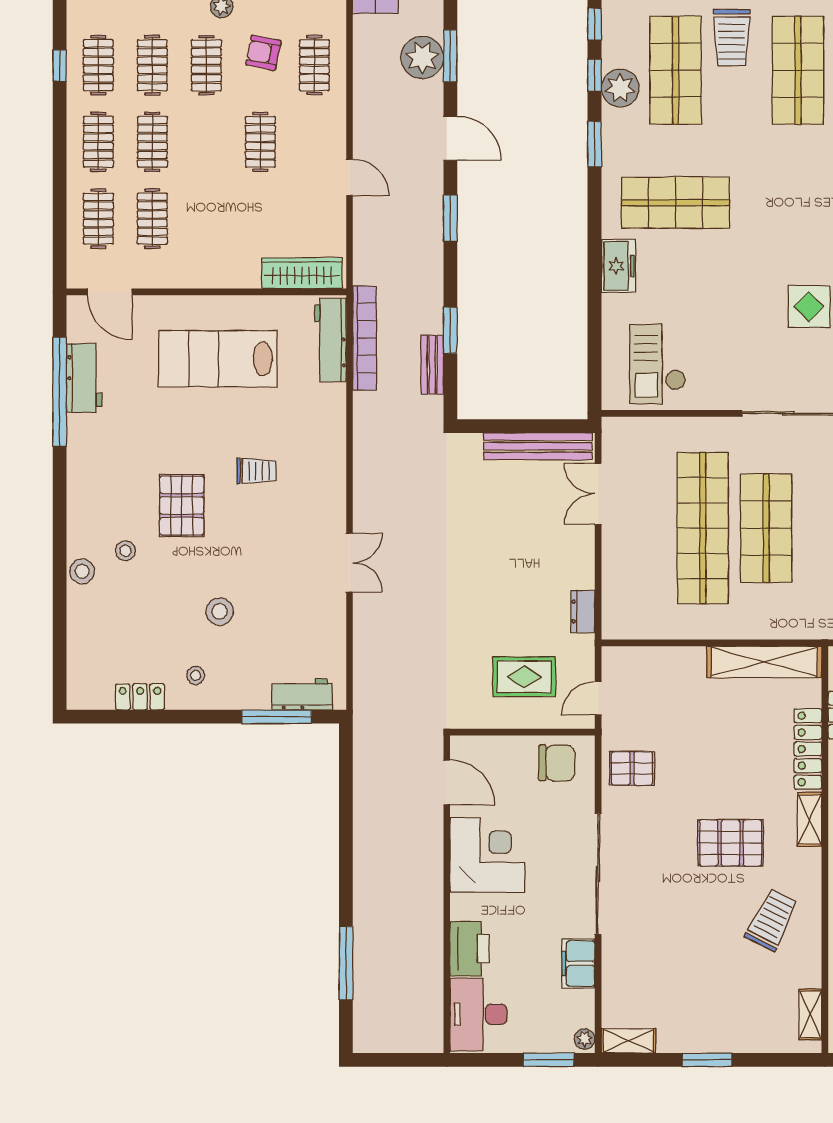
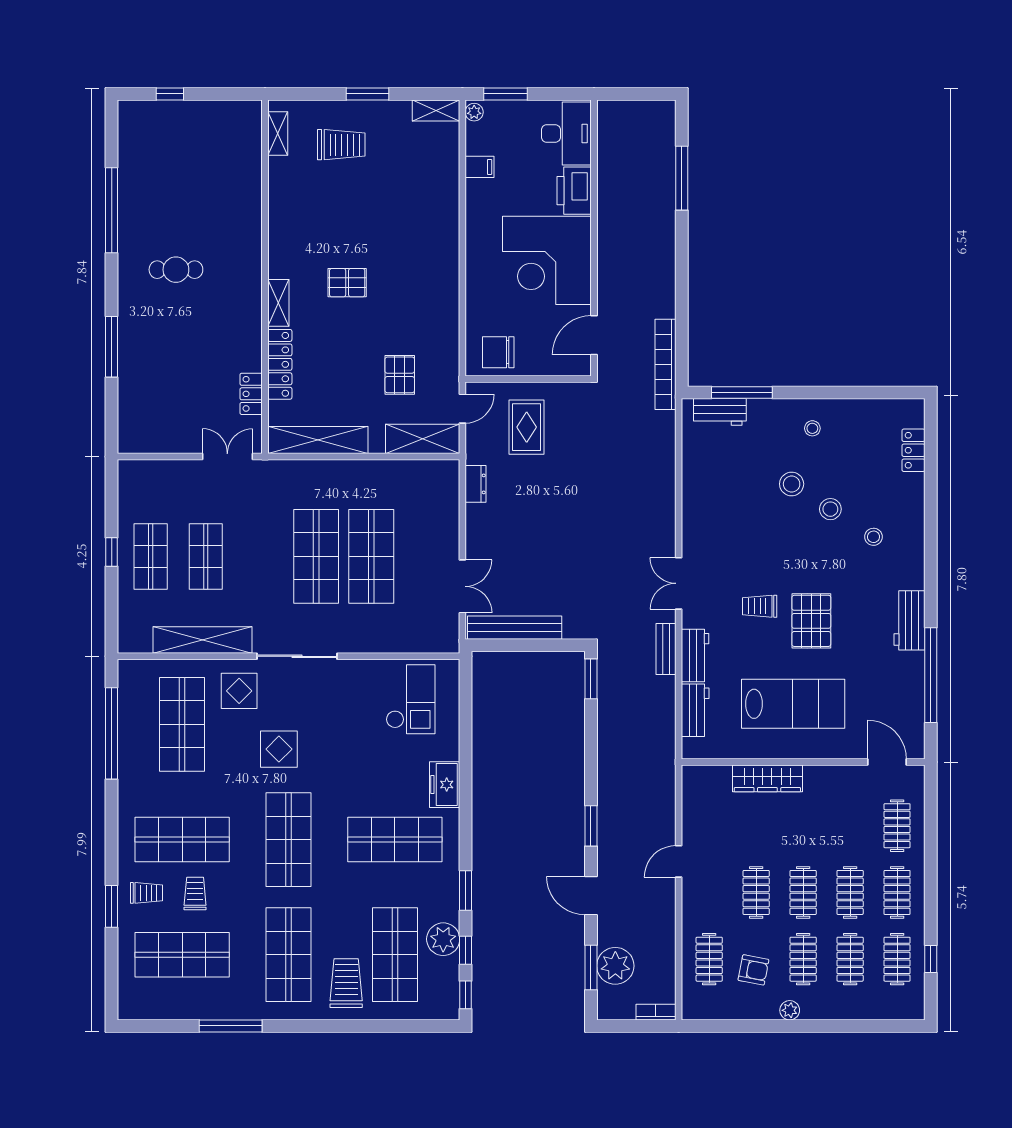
door: (349, 177) -> (679, 861), hinge flipped
shop shelf: (798, 203) -> (289, 840), added
clothes rail: (152, 219) -> (803, 892), moved
wardrobe: (302, 273) -> (767, 778), moved
window: (450, 330) -> (591, 679), moved
bookcase: (365, 338) -> (665, 364), moved
workbench: (331, 340) -> (695, 710), width x0.73
bench: (432, 365) -> (666, 649), moved
workbench: (84, 378) -> (909, 620), moved
workbench: (331, 414) -> (695, 655), added
pallet: (182, 506) -> (811, 621), moved
shop shelf: (703, 528) -> (371, 556), width x0.71
double door: (349, 563) -> (679, 583), moved
stool: (82, 571) -> (830, 509), moved
shelving: (644, 663) -> (423, 439), added
rug: (524, 677) -> (527, 427), turned 90
locker: (140, 697) -> (913, 450), moved, turned 90
pallet: (632, 768) -> (400, 375), moved, turned 90
door: (447, 783) -> (594, 335), hinge flipped
pallet: (731, 843) -> (347, 283), width x0.67, depth x0.71
corner desk: (487, 855) -> (547, 260), width x1.36, depth x1.36
sliding door: (598, 874) -> (462, 256), removed
trolley: (771, 920) -> (341, 145), moved, turned -117
filing cabinet: (578, 964) -> (480, 167), width x0.50

